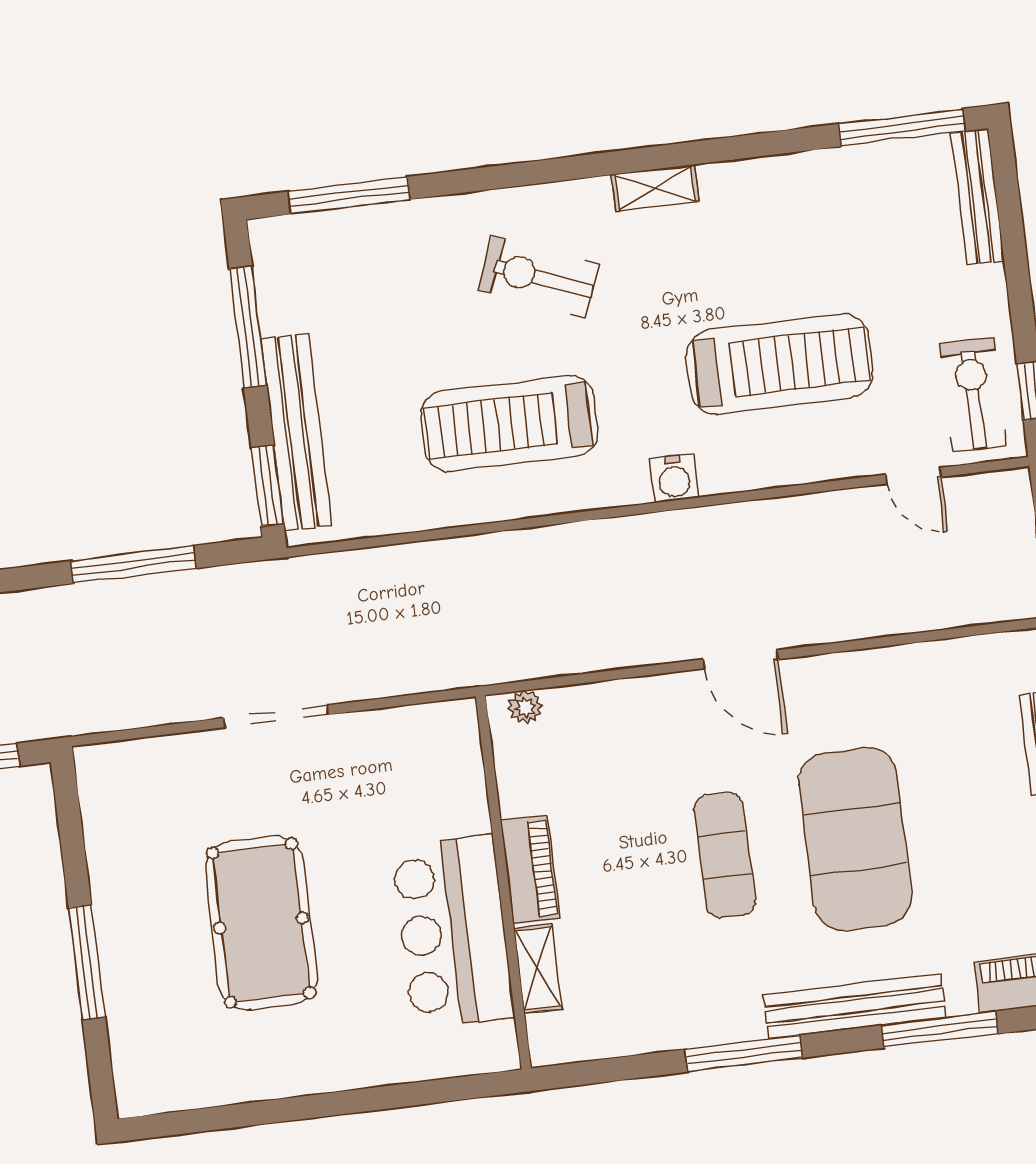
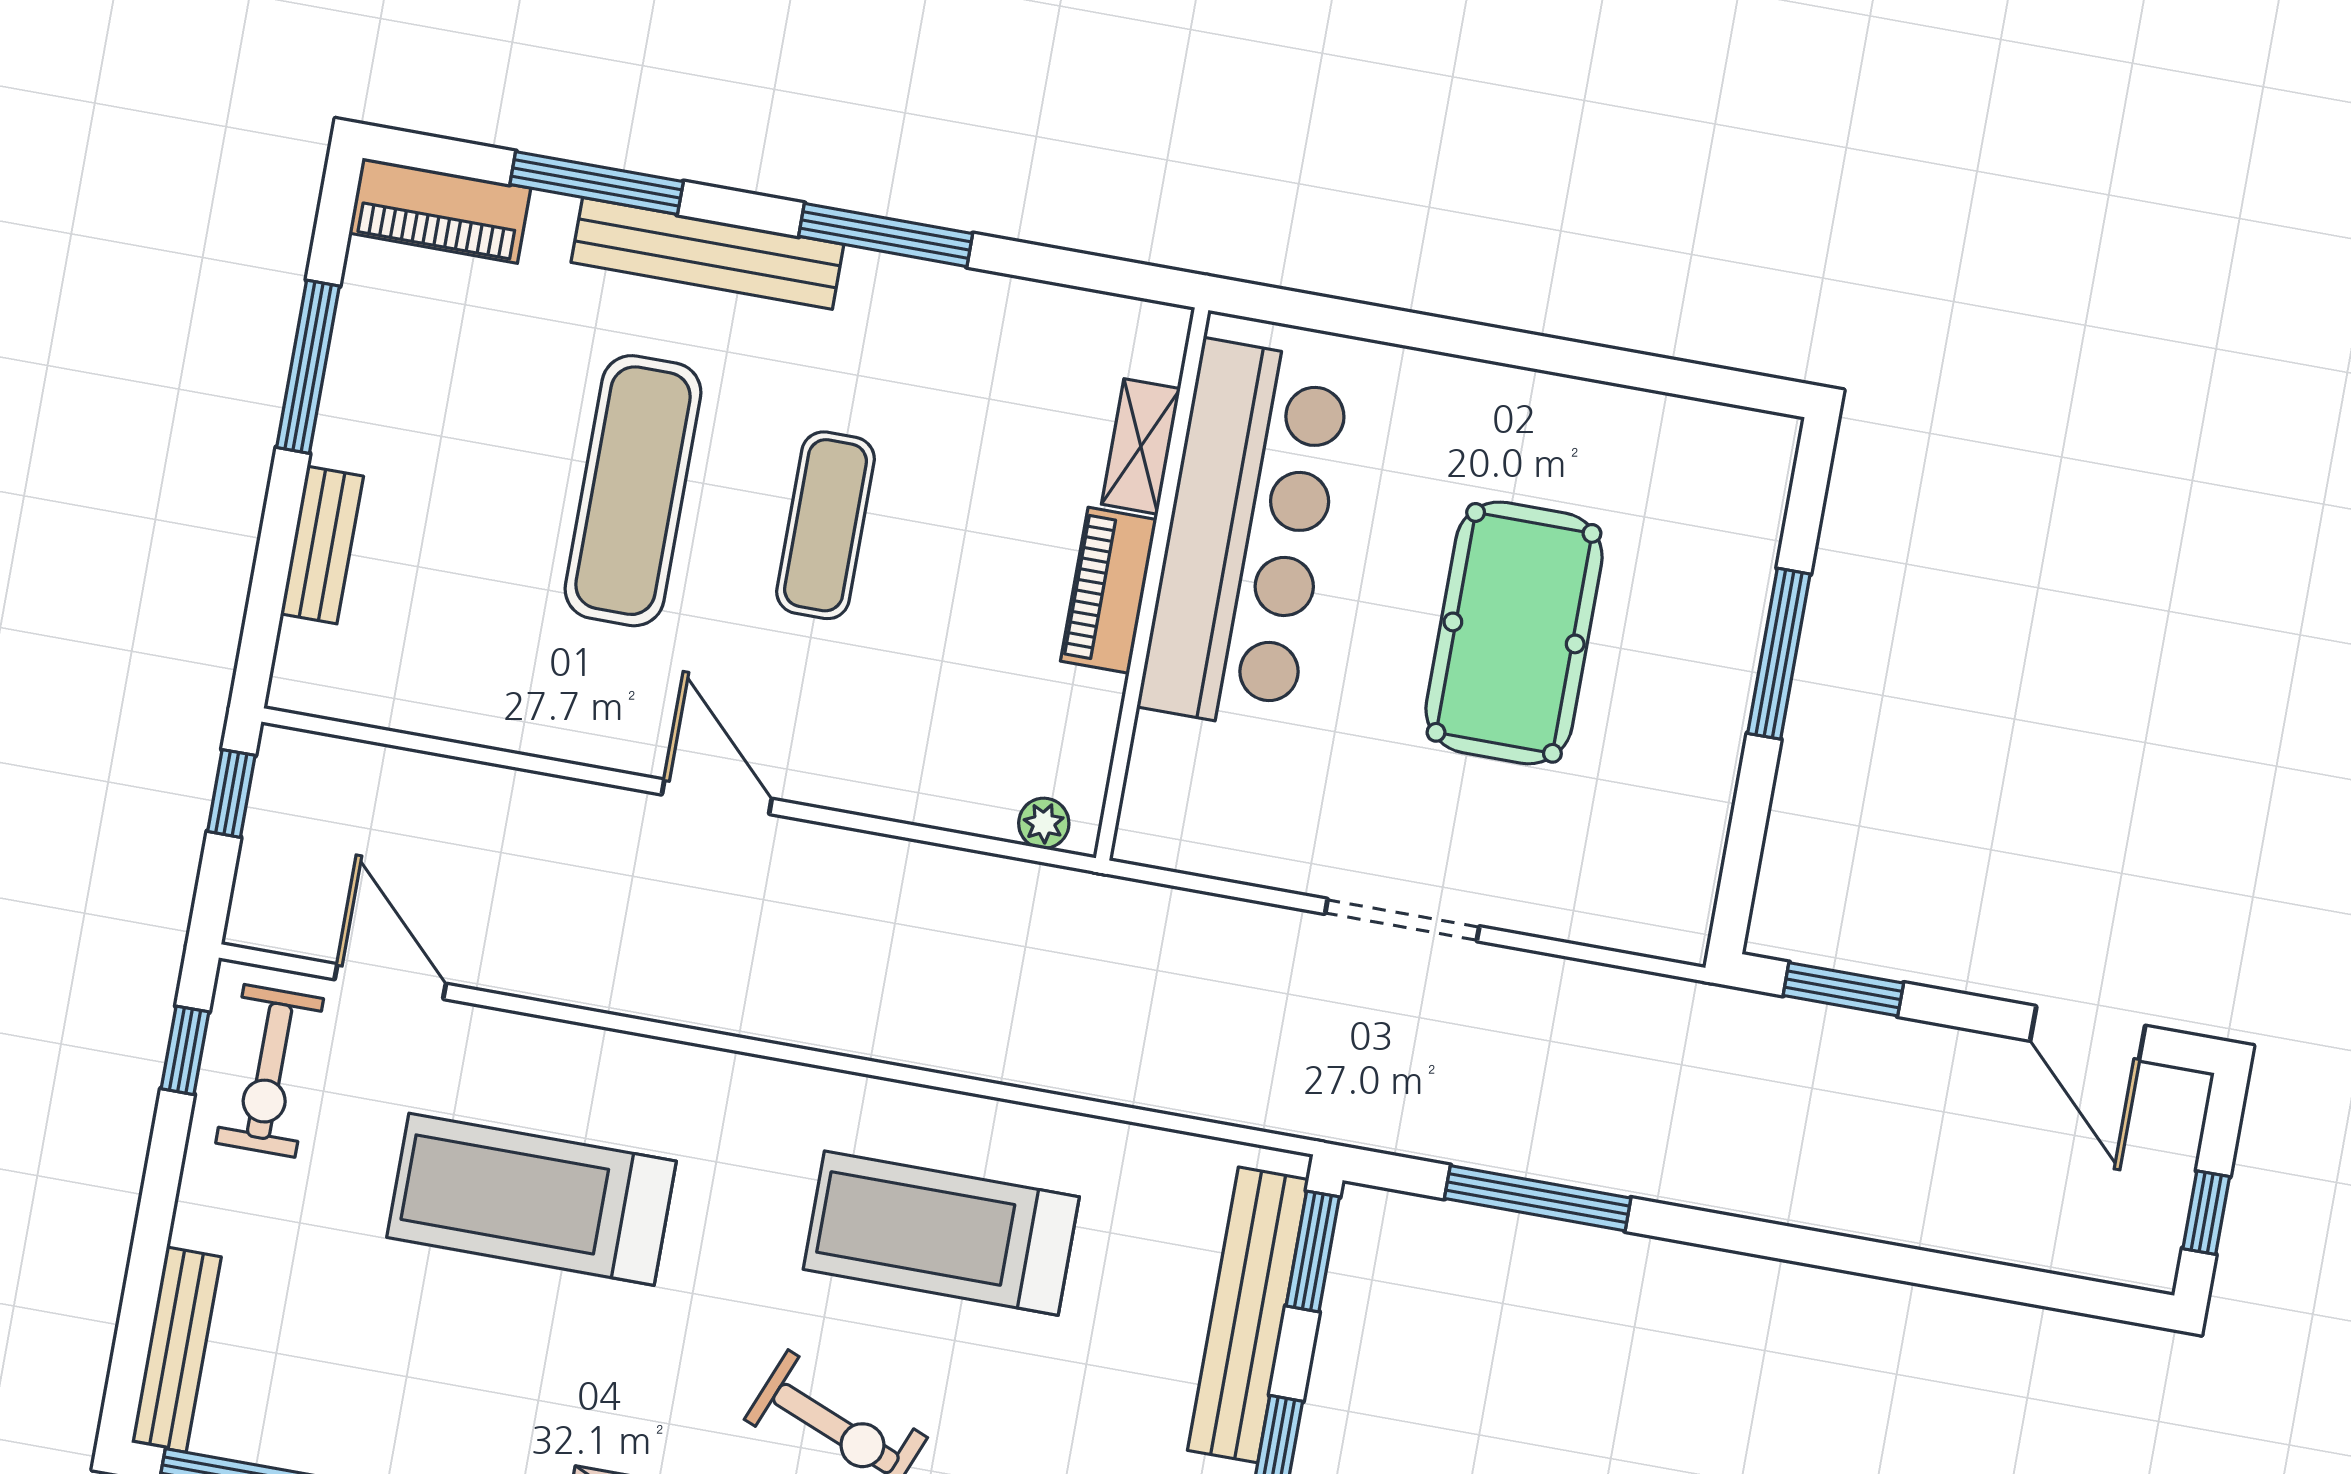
treadmill: (510, 424) -> (941, 1233), turned 180
door: (914, 476) -> (390, 982), width x1.38
water cooler: (674, 478) -> (731, 1083), removed
exercise mat: (855, 839) -> (633, 491), width x0.68
bar counter: (453, 932) -> (1245, 536), width x1.36

